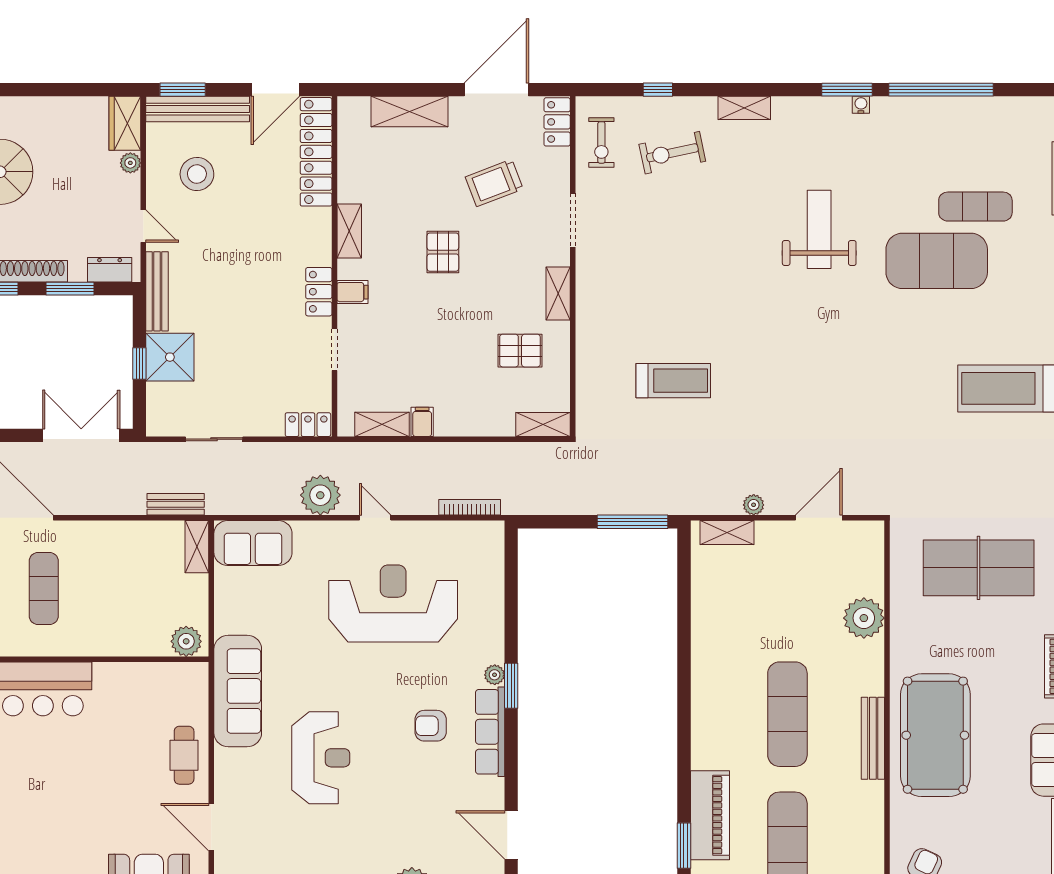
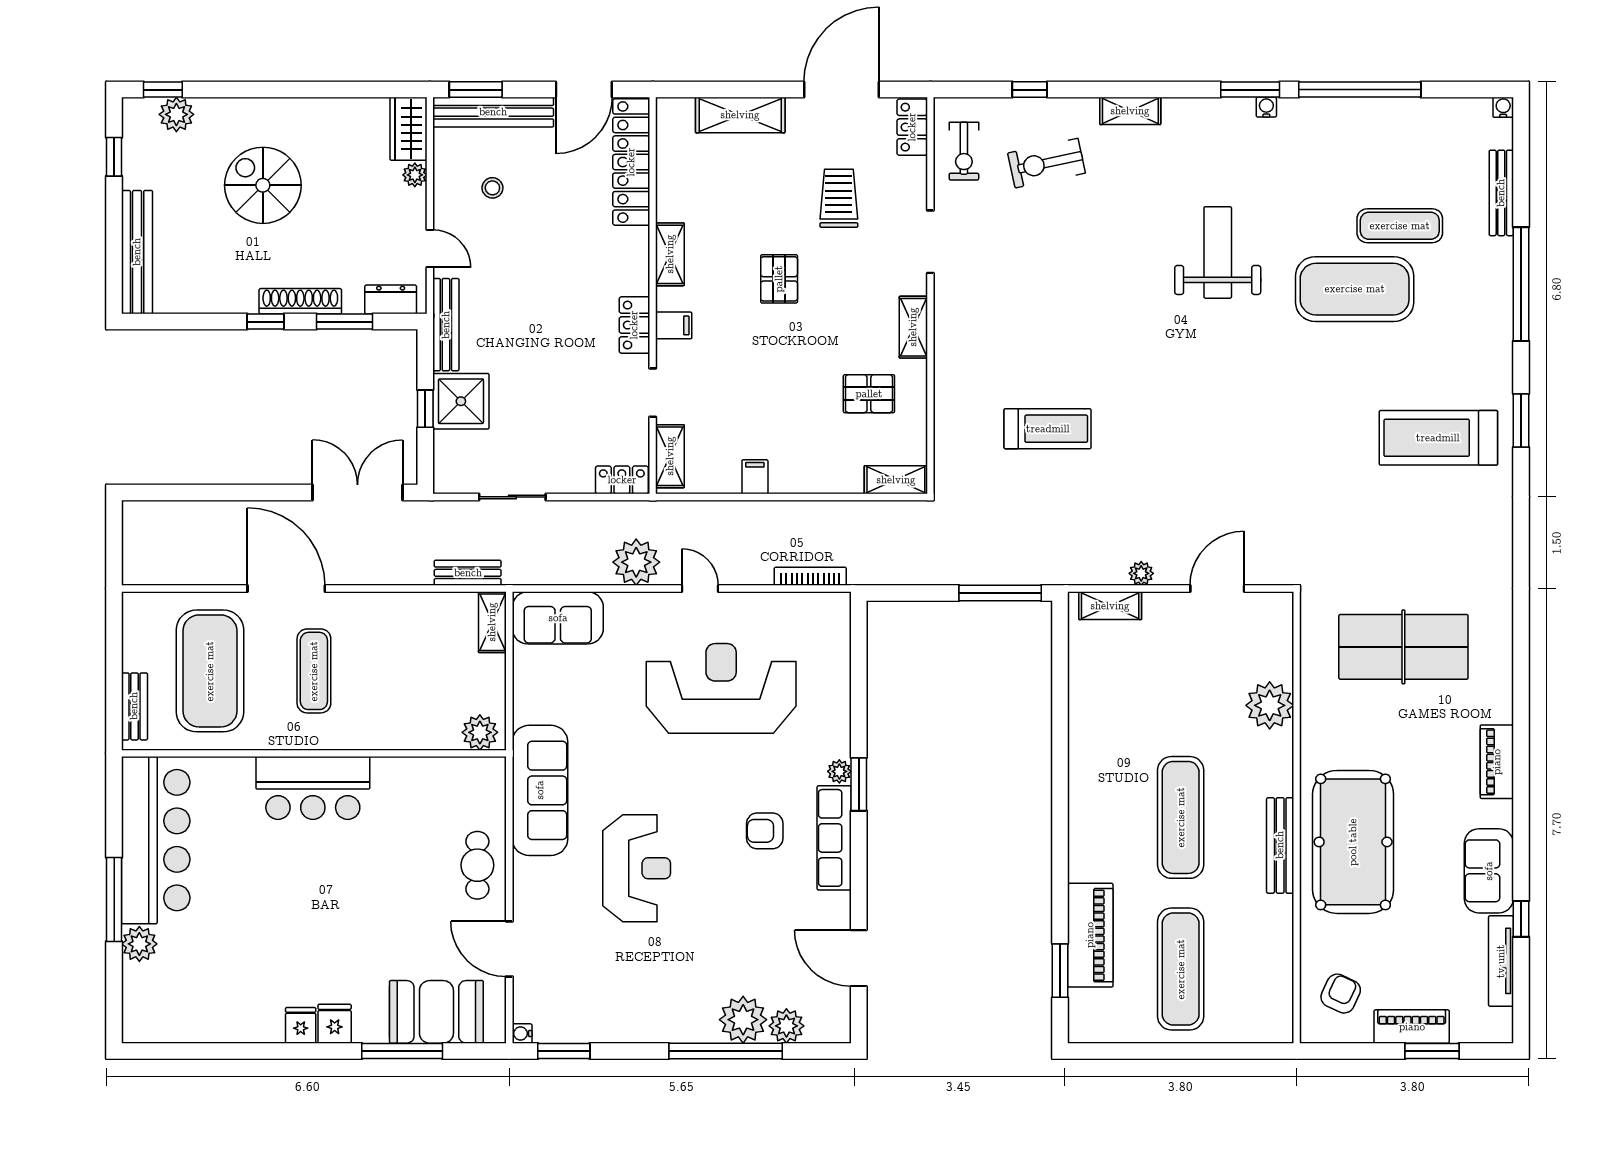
stool: (197, 174) -> (492, 188), width x0.53, depth x0.53
trolley: (494, 183) -> (839, 198), turned 111
shelving: (382, 424) -> (670, 456), moved, turned 90

